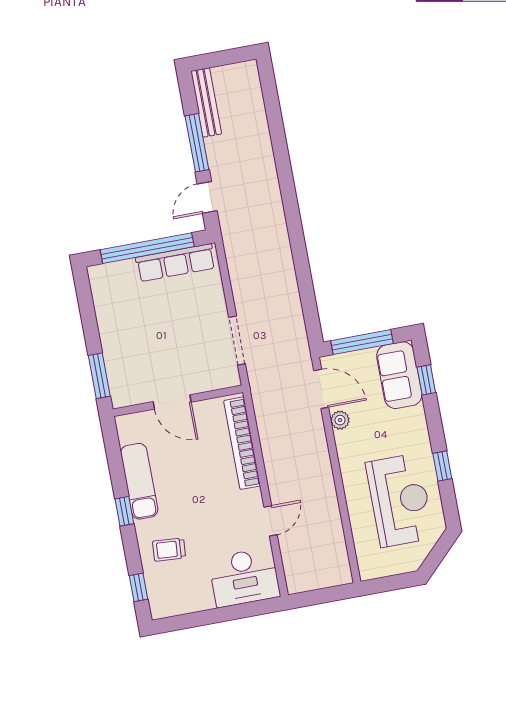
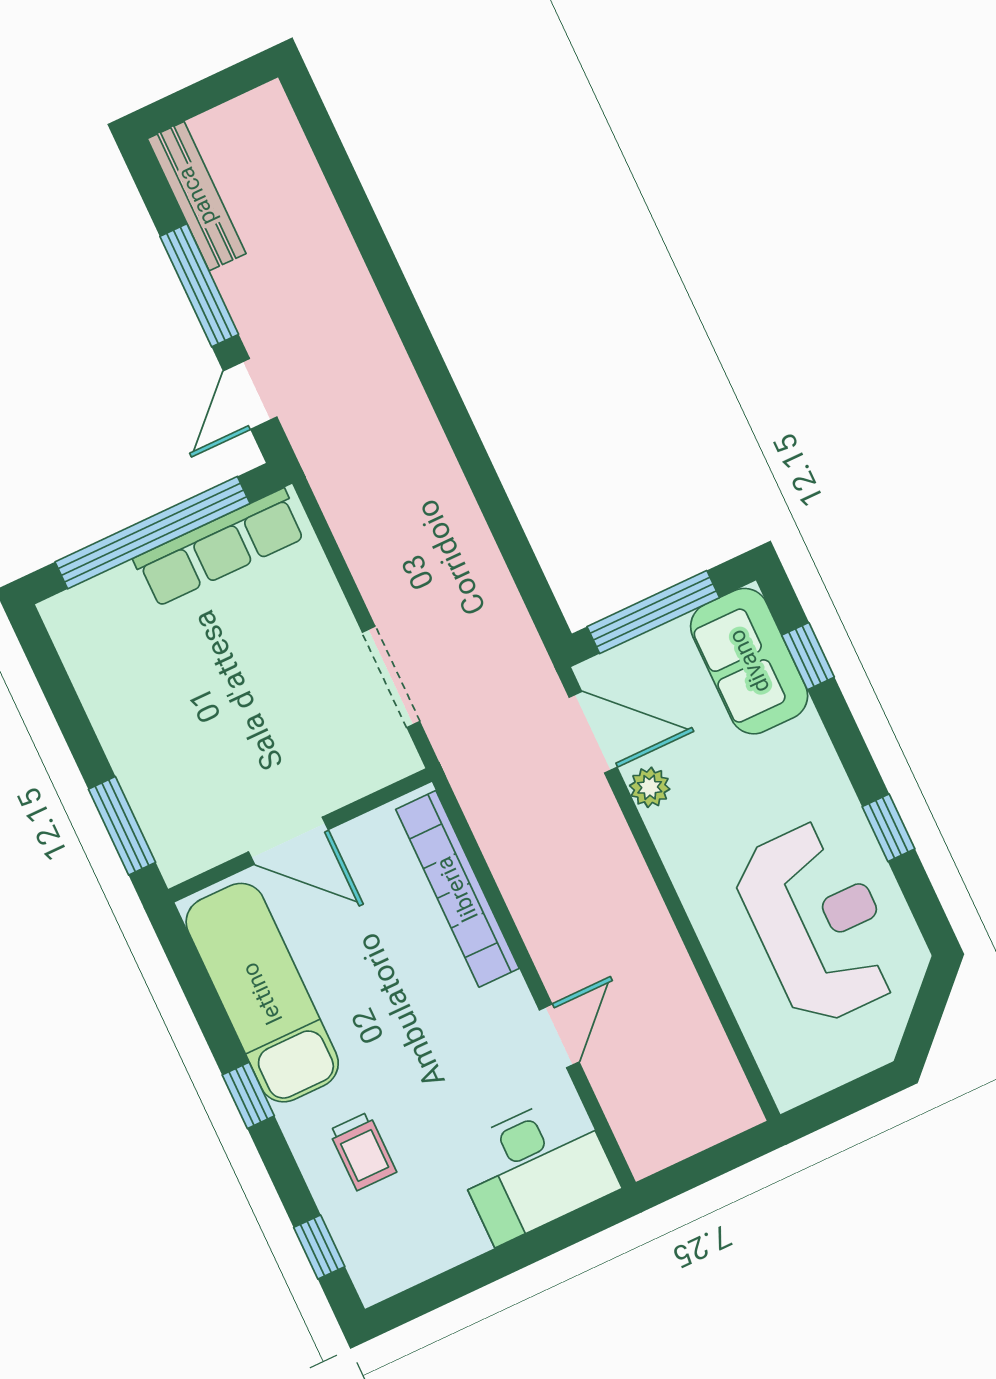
exam couch: (139, 481) -> (262, 993), width x1.36, depth x1.45
trolley: (169, 550) -> (363, 1151), turned -94

